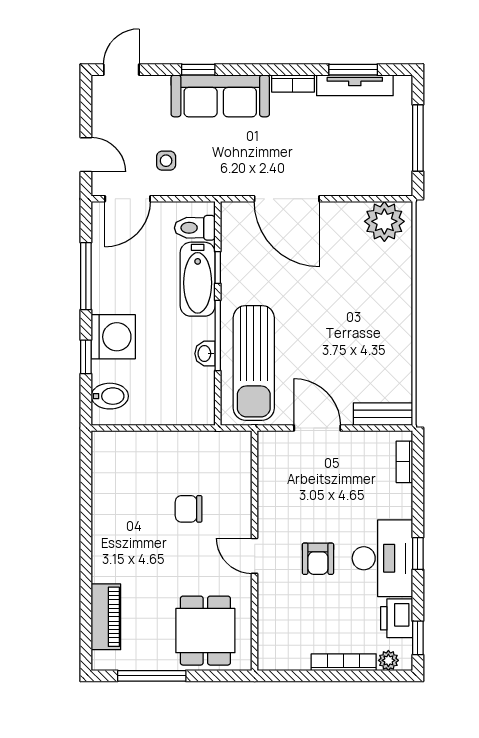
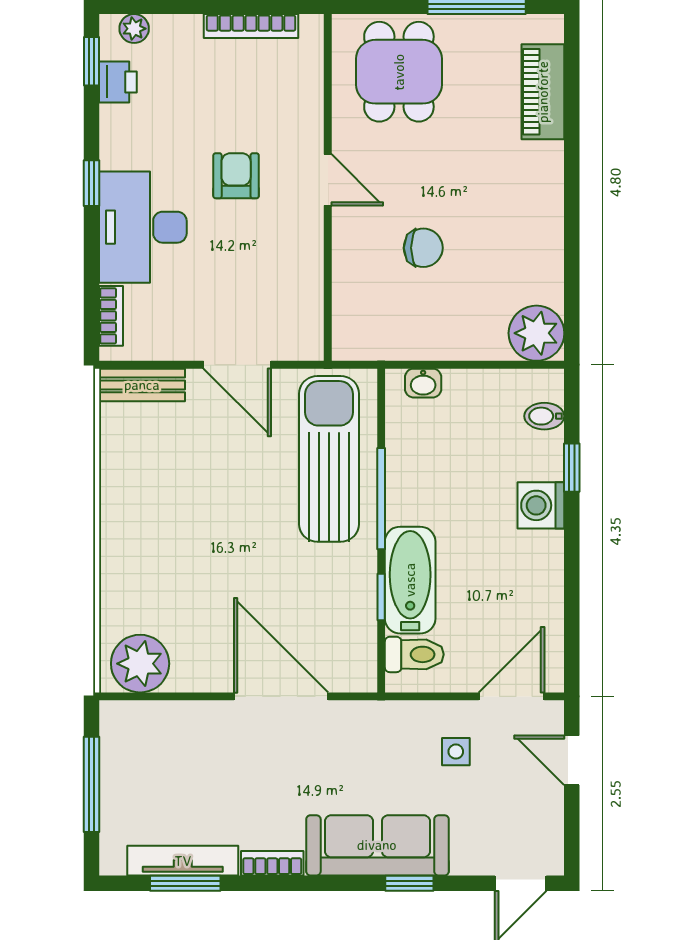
window: (86, 276) -> (572, 585), removed
washing machine: (113, 337) -> (541, 505), width x0.73, depth x0.73
washbasin: (205, 354) -> (423, 383), moved, turned 90
bidet: (110, 396) -> (544, 416), width x0.72, depth x0.74
plant: (110, 450) -> (536, 333), added
desk: (382, 558) -> (143, 227), moved
printer: (397, 618) -> (118, 82), width x0.73, depth x0.81
bookcase: (344, 662) -> (251, 26), moved

